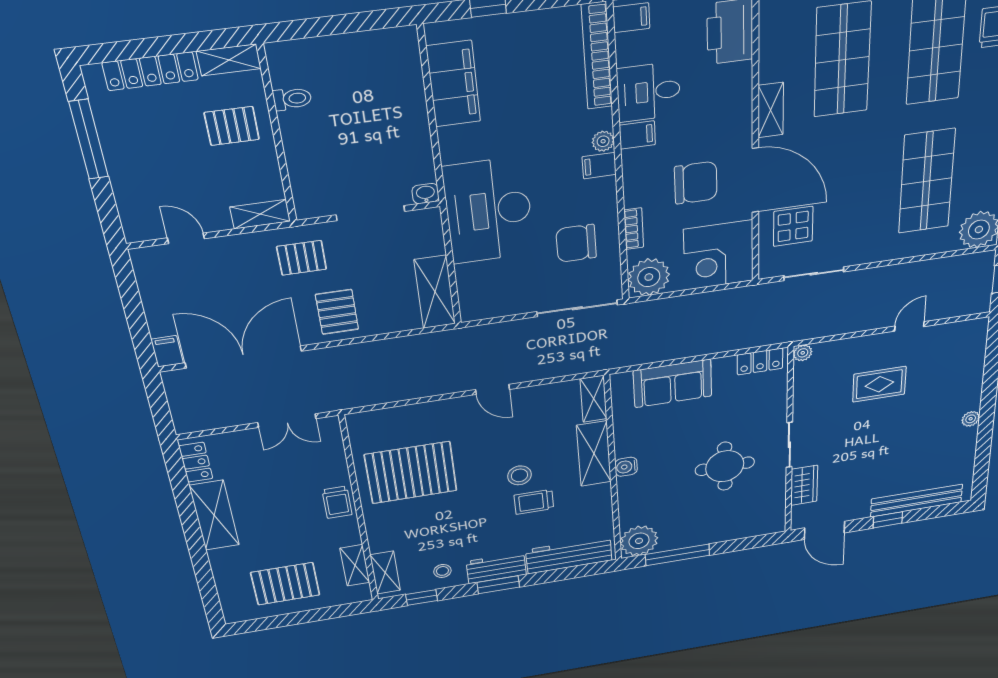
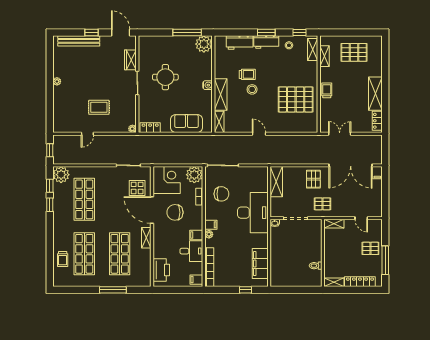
pallet: (232, 126) -> (370, 248), moved
workbench: (569, 555) -> (240, 43), width x0.73

